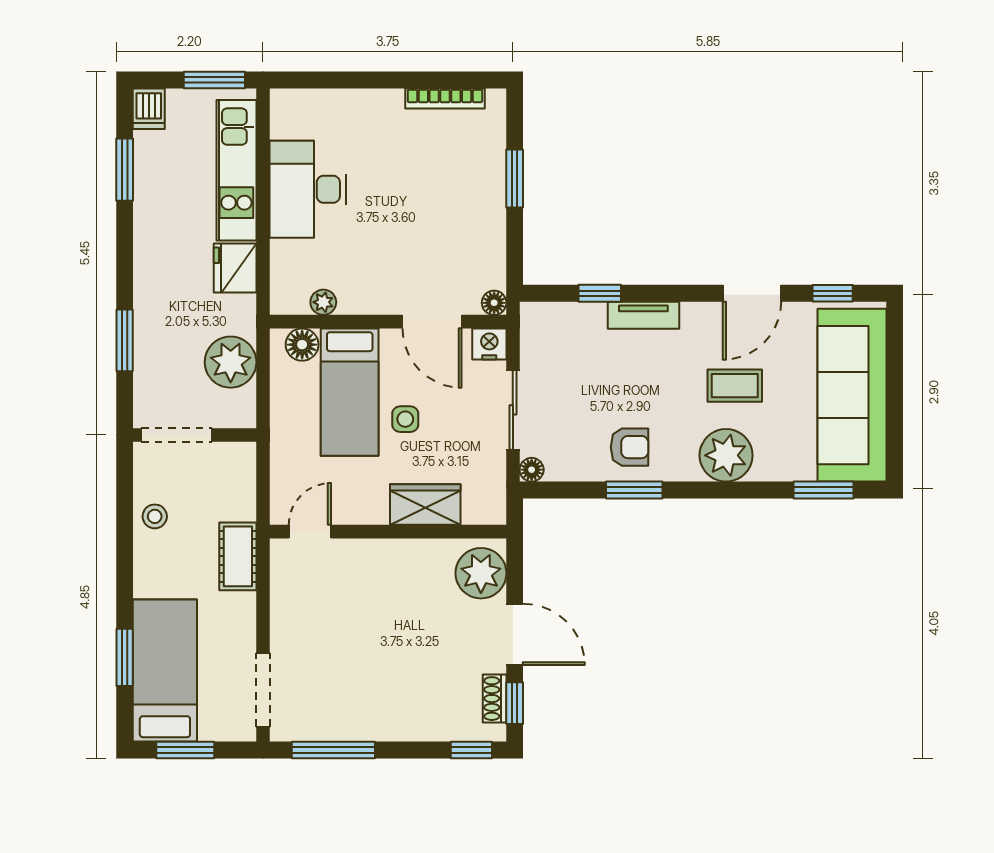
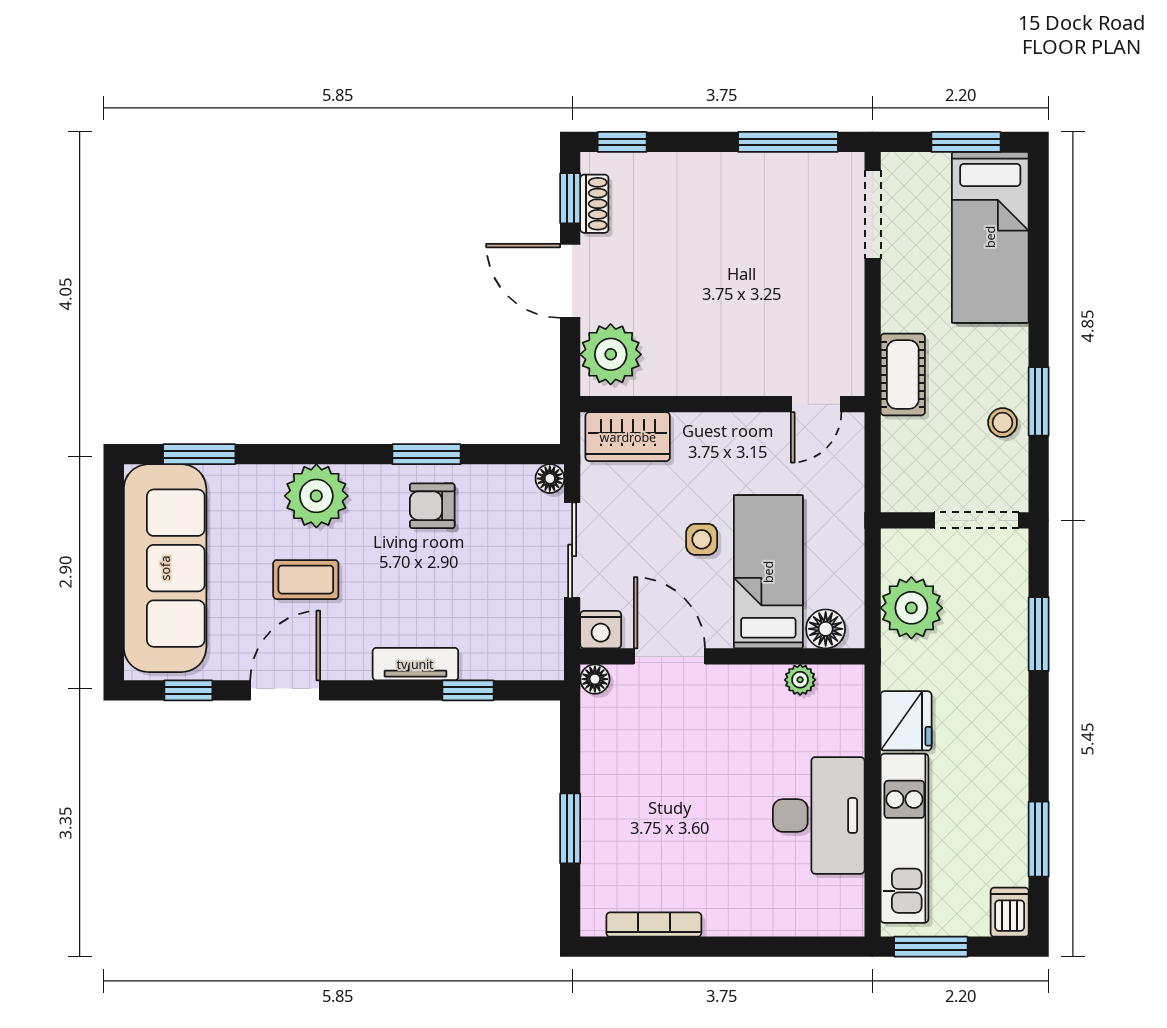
wardrobe: (425, 505) -> (628, 437), moved
window: (125, 657) -> (1039, 401), moved

